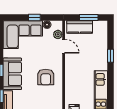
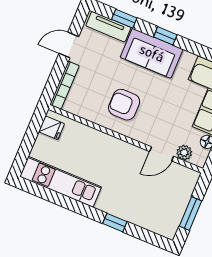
kitchen counter: (80, 27) -> (181, 193), removed

